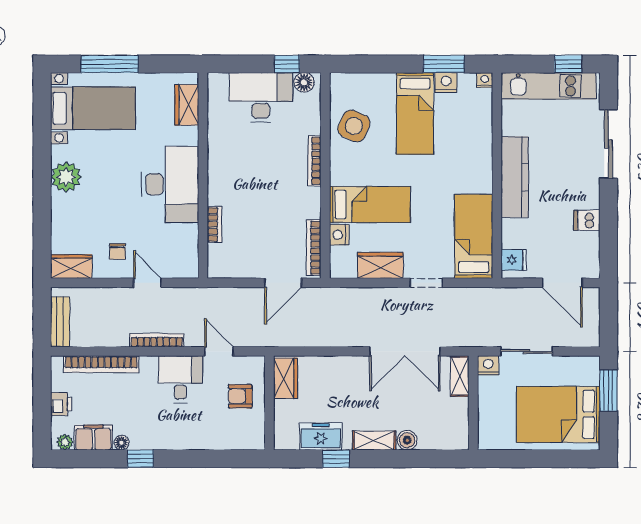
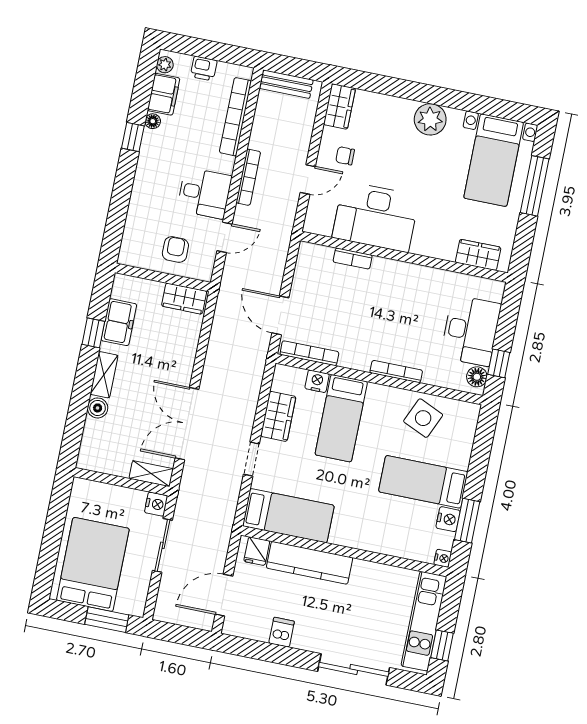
kitchen counter: (515, 177) -> (310, 563), moved
desk: (170, 184) -> (376, 217), moved

